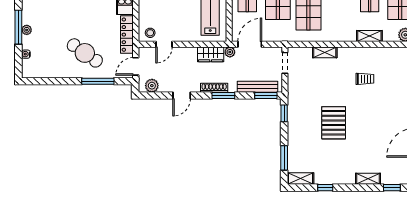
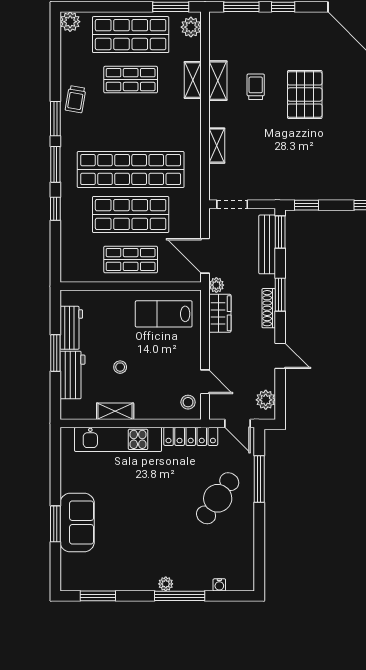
plant: (27, 30) -> (166, 584), moved
shelving: (369, 53) -> (218, 81), added
pallet: (334, 123) -> (305, 94), moved, turned 90

